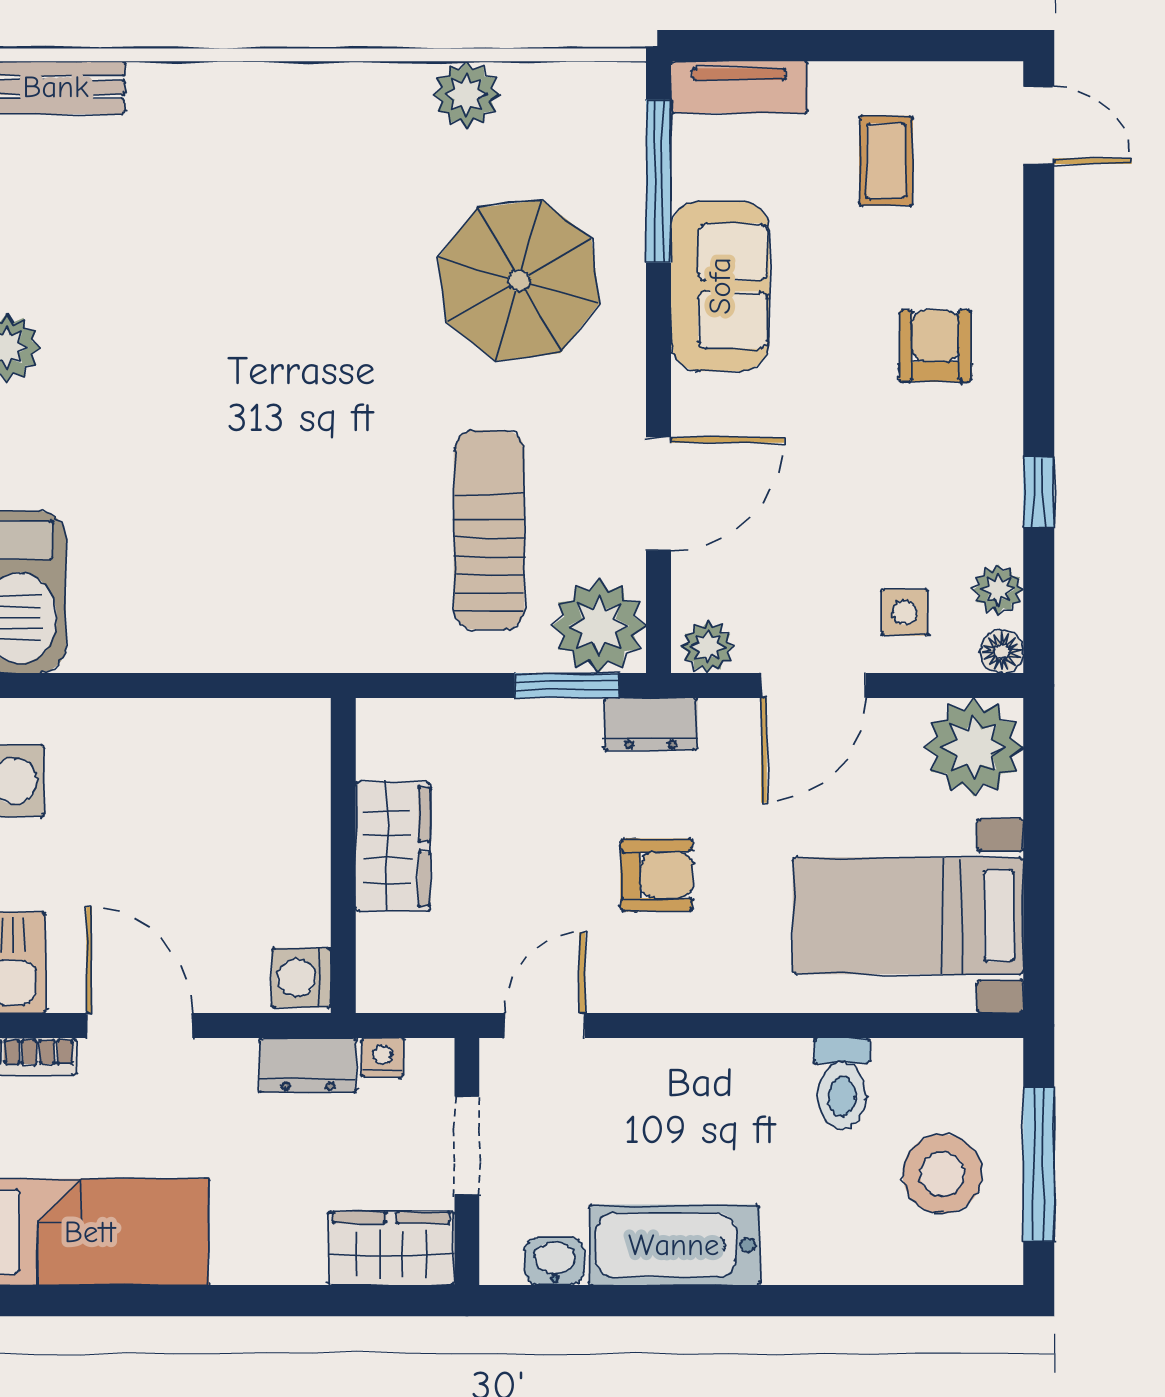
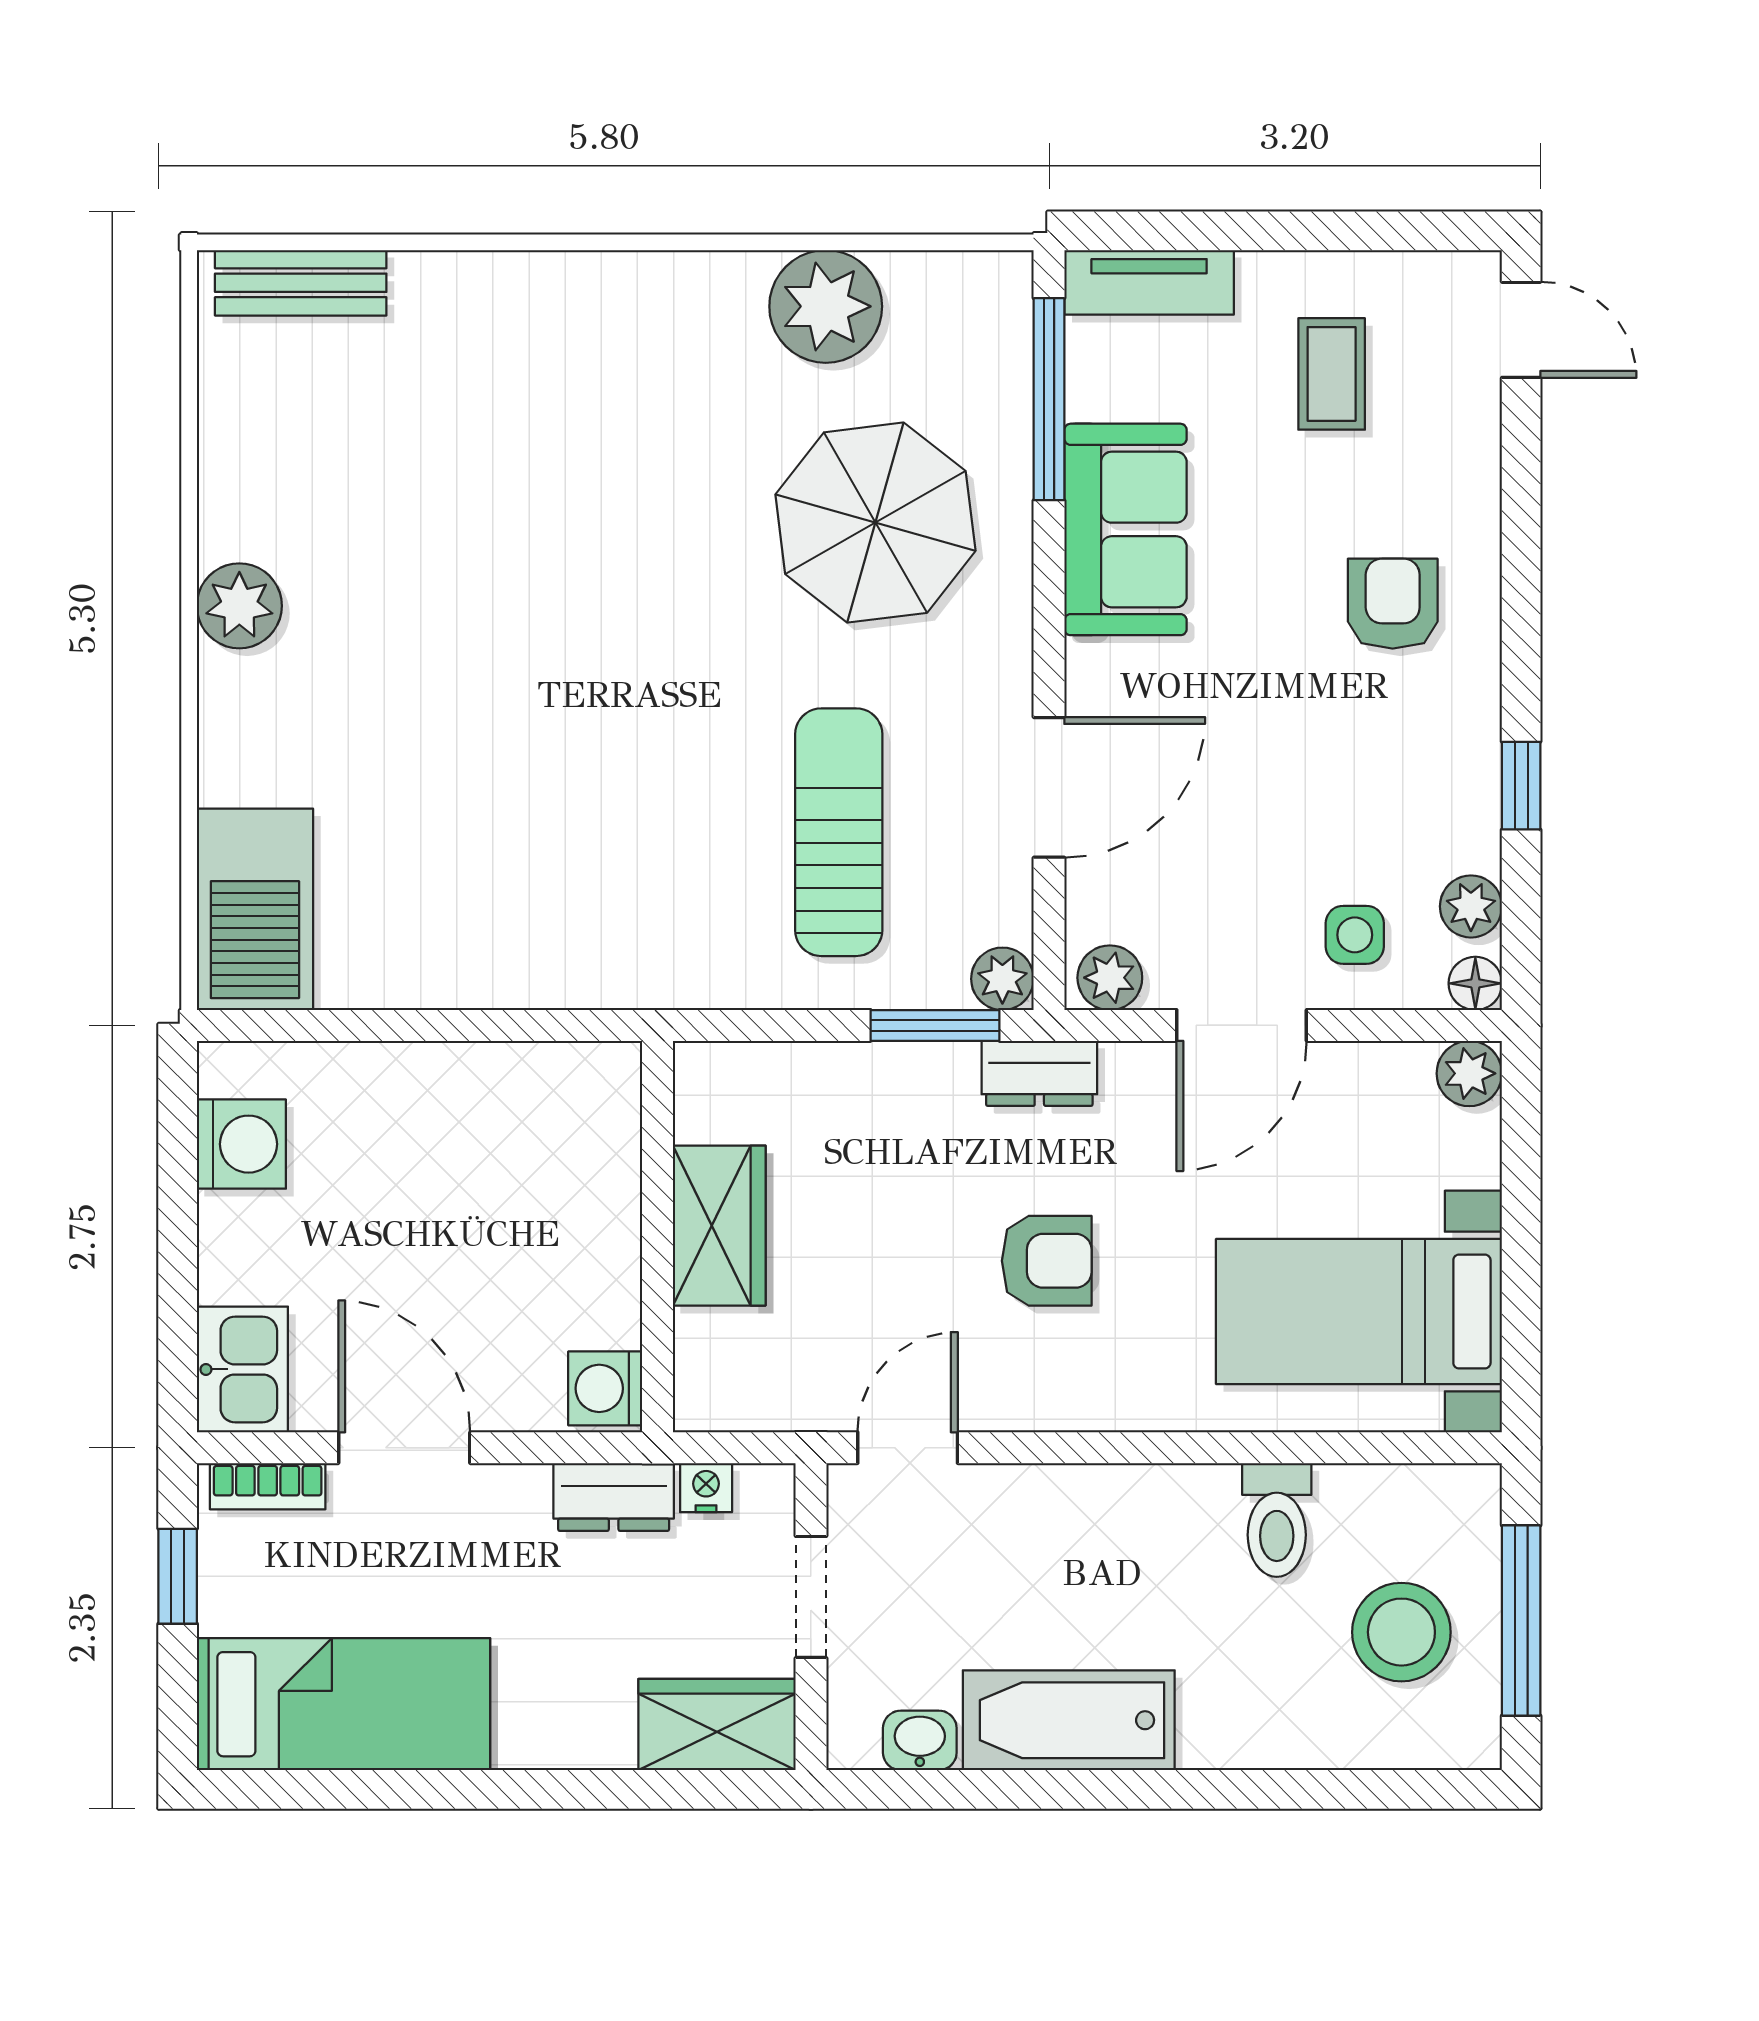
plant: (467, 94) -> (826, 306), width x1.36, depth x1.36
plant: (599, 626) -> (1002, 979), width x0.53, depth x0.53
plant: (974, 747) -> (1469, 1073), width x0.53, depth x0.53

